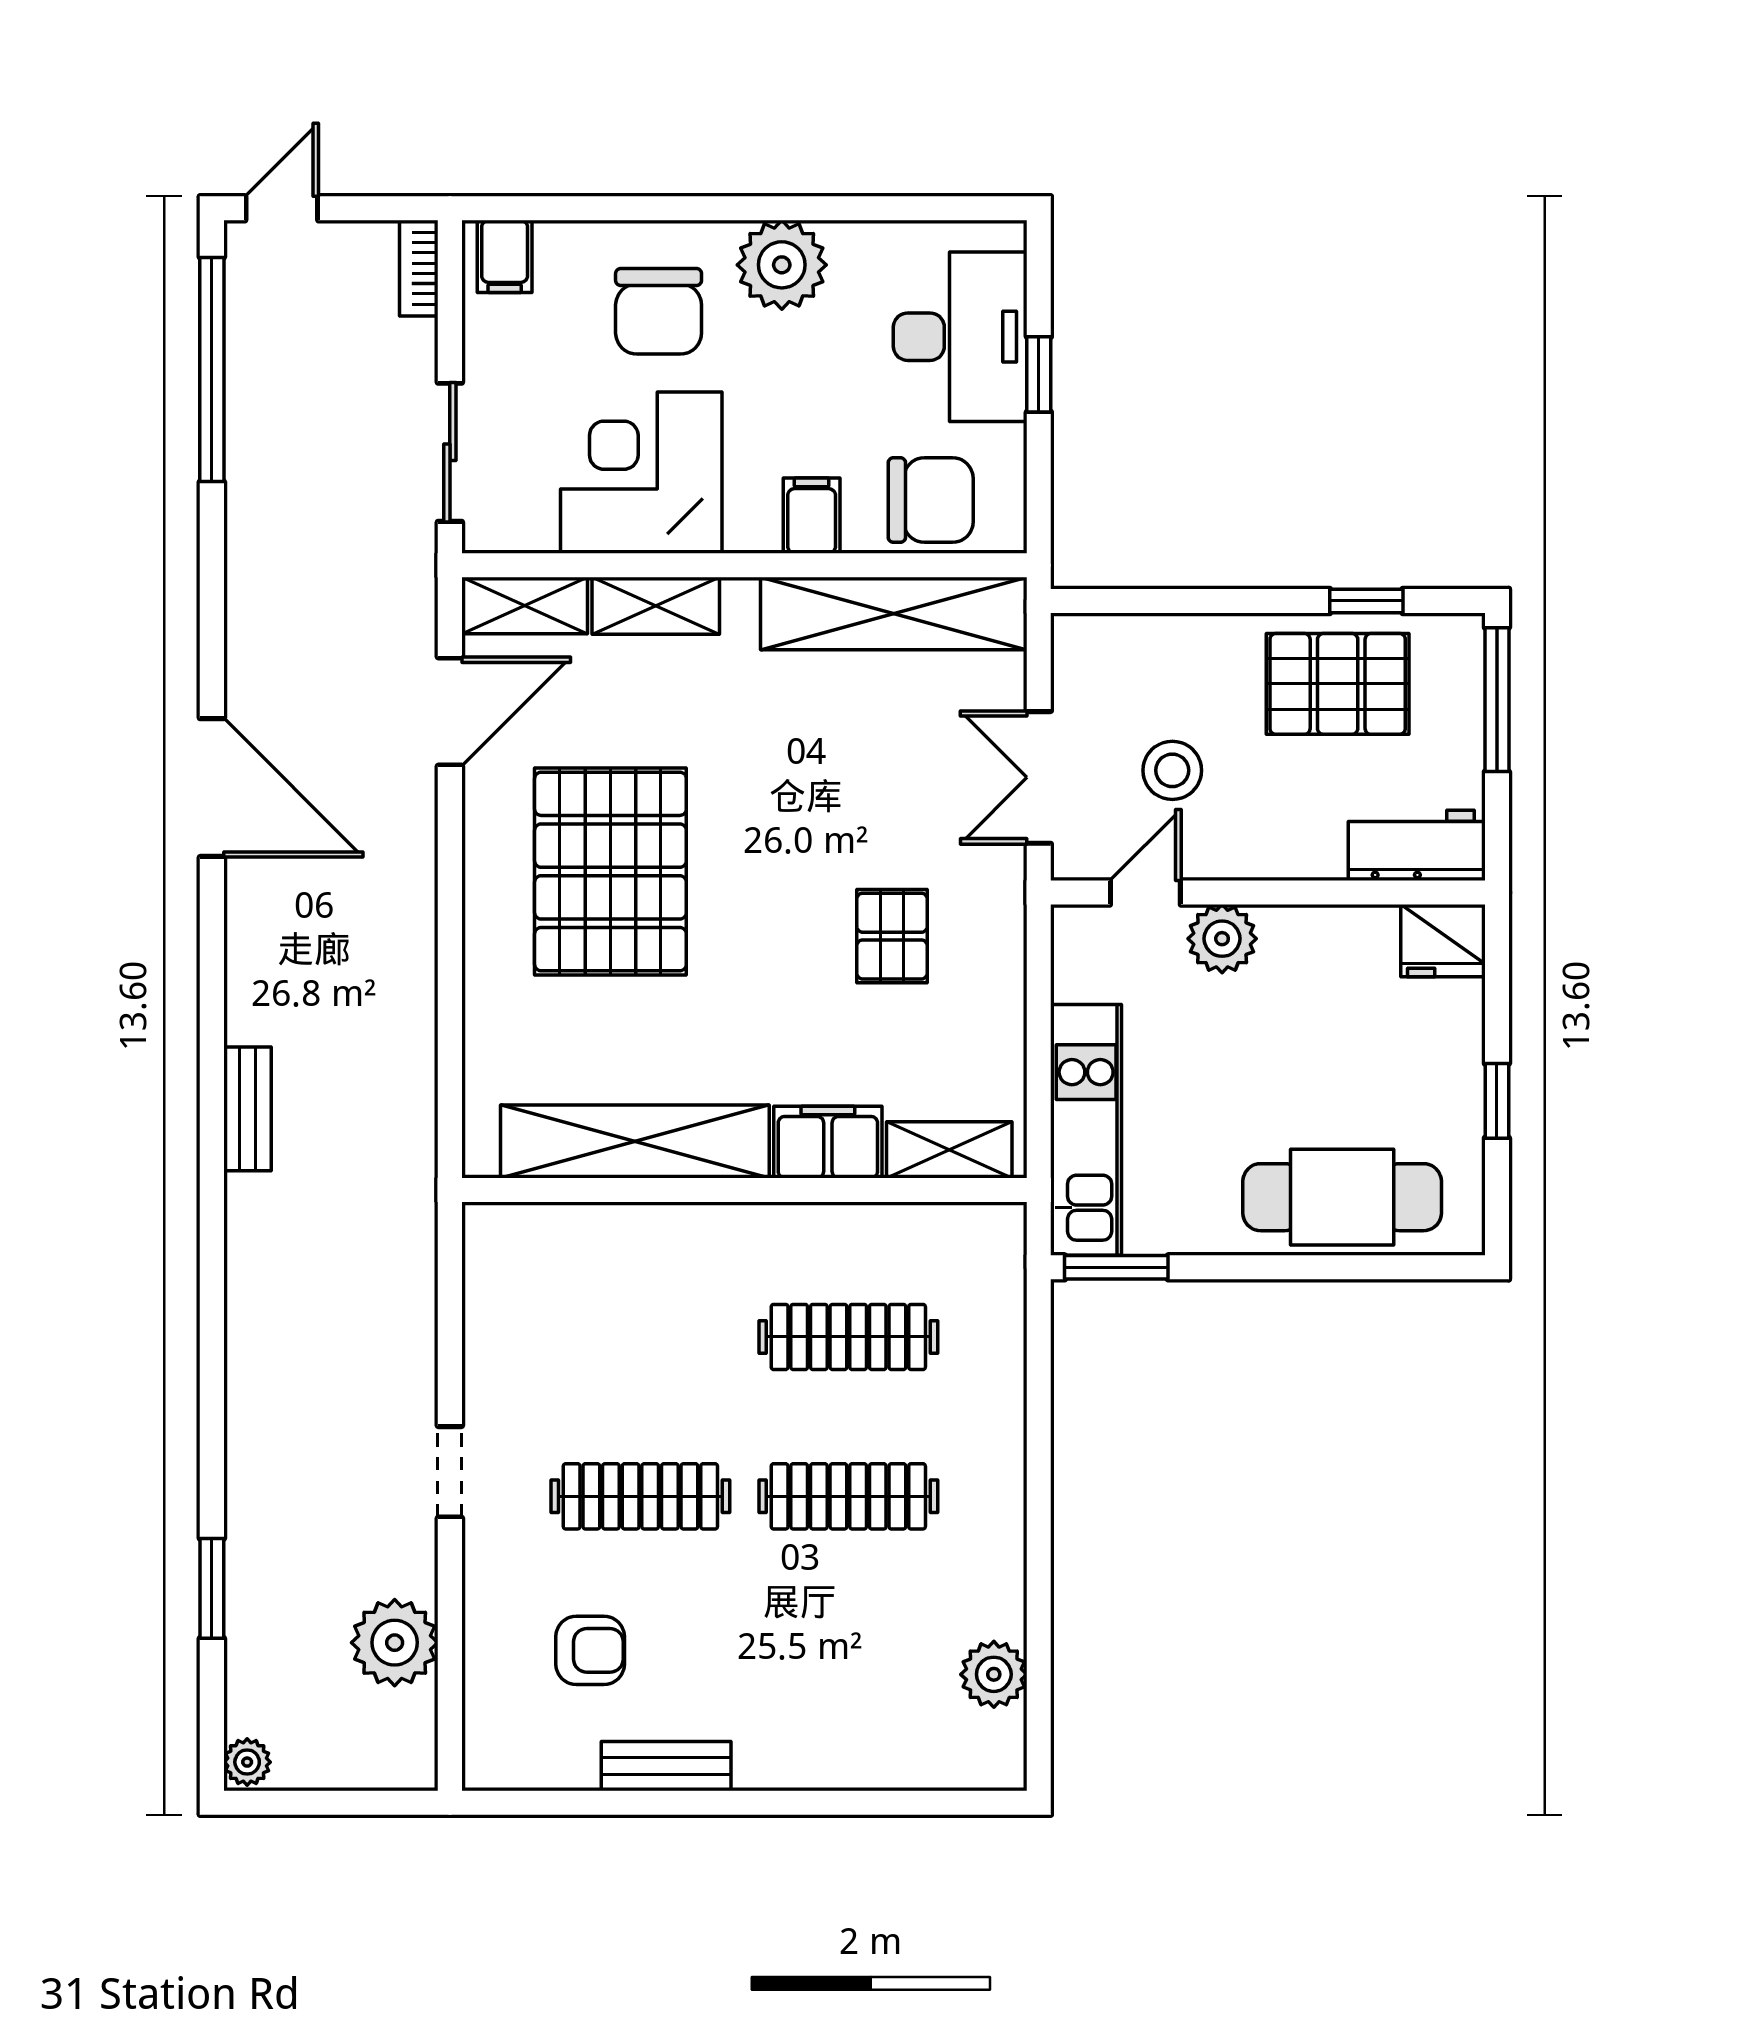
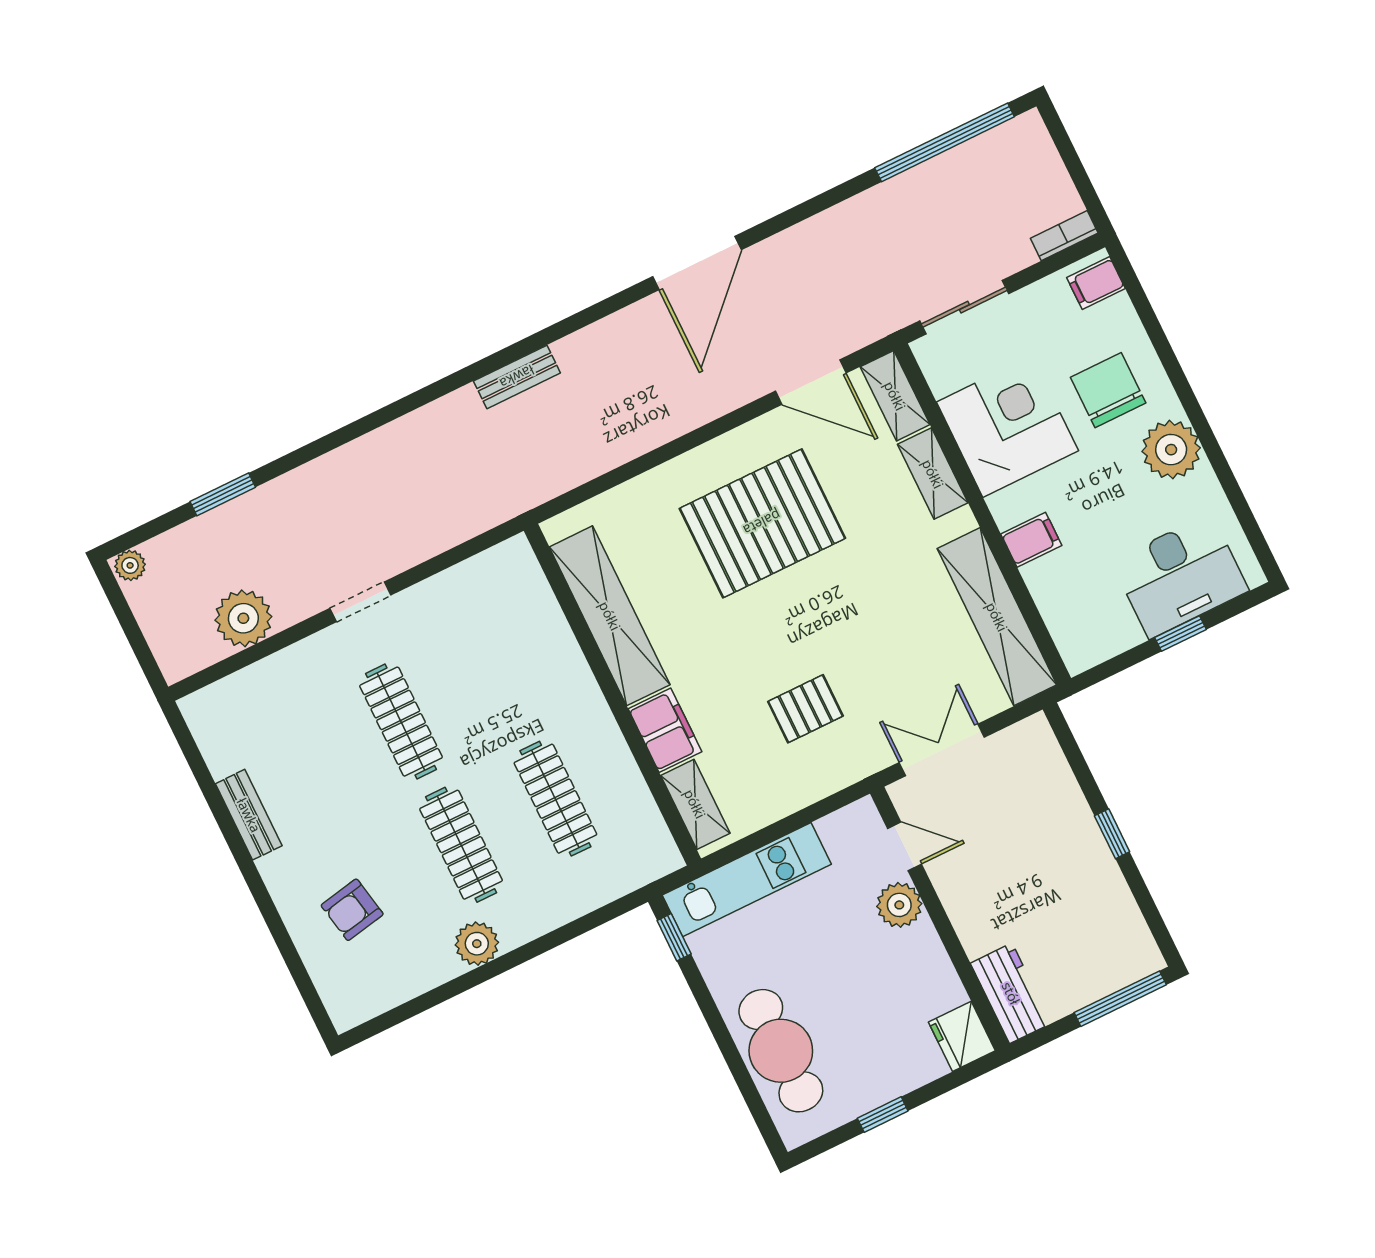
door: (282, 208) -> (1060, 137), removed
chair: (659, 311) -> (1108, 390), turned 90
chair: (931, 500) -> (1075, 606), removed
window: (1366, 601) -> (1112, 834), moved
pallet: (1338, 684) -> (1083, 900), removed
stool: (1172, 770) -> (985, 827), removed
window: (1116, 1267) -> (674, 937), width x0.67
armchair: (590, 1650) -> (352, 910), moved, turned 79
plant: (994, 1674) -> (477, 944), moved

